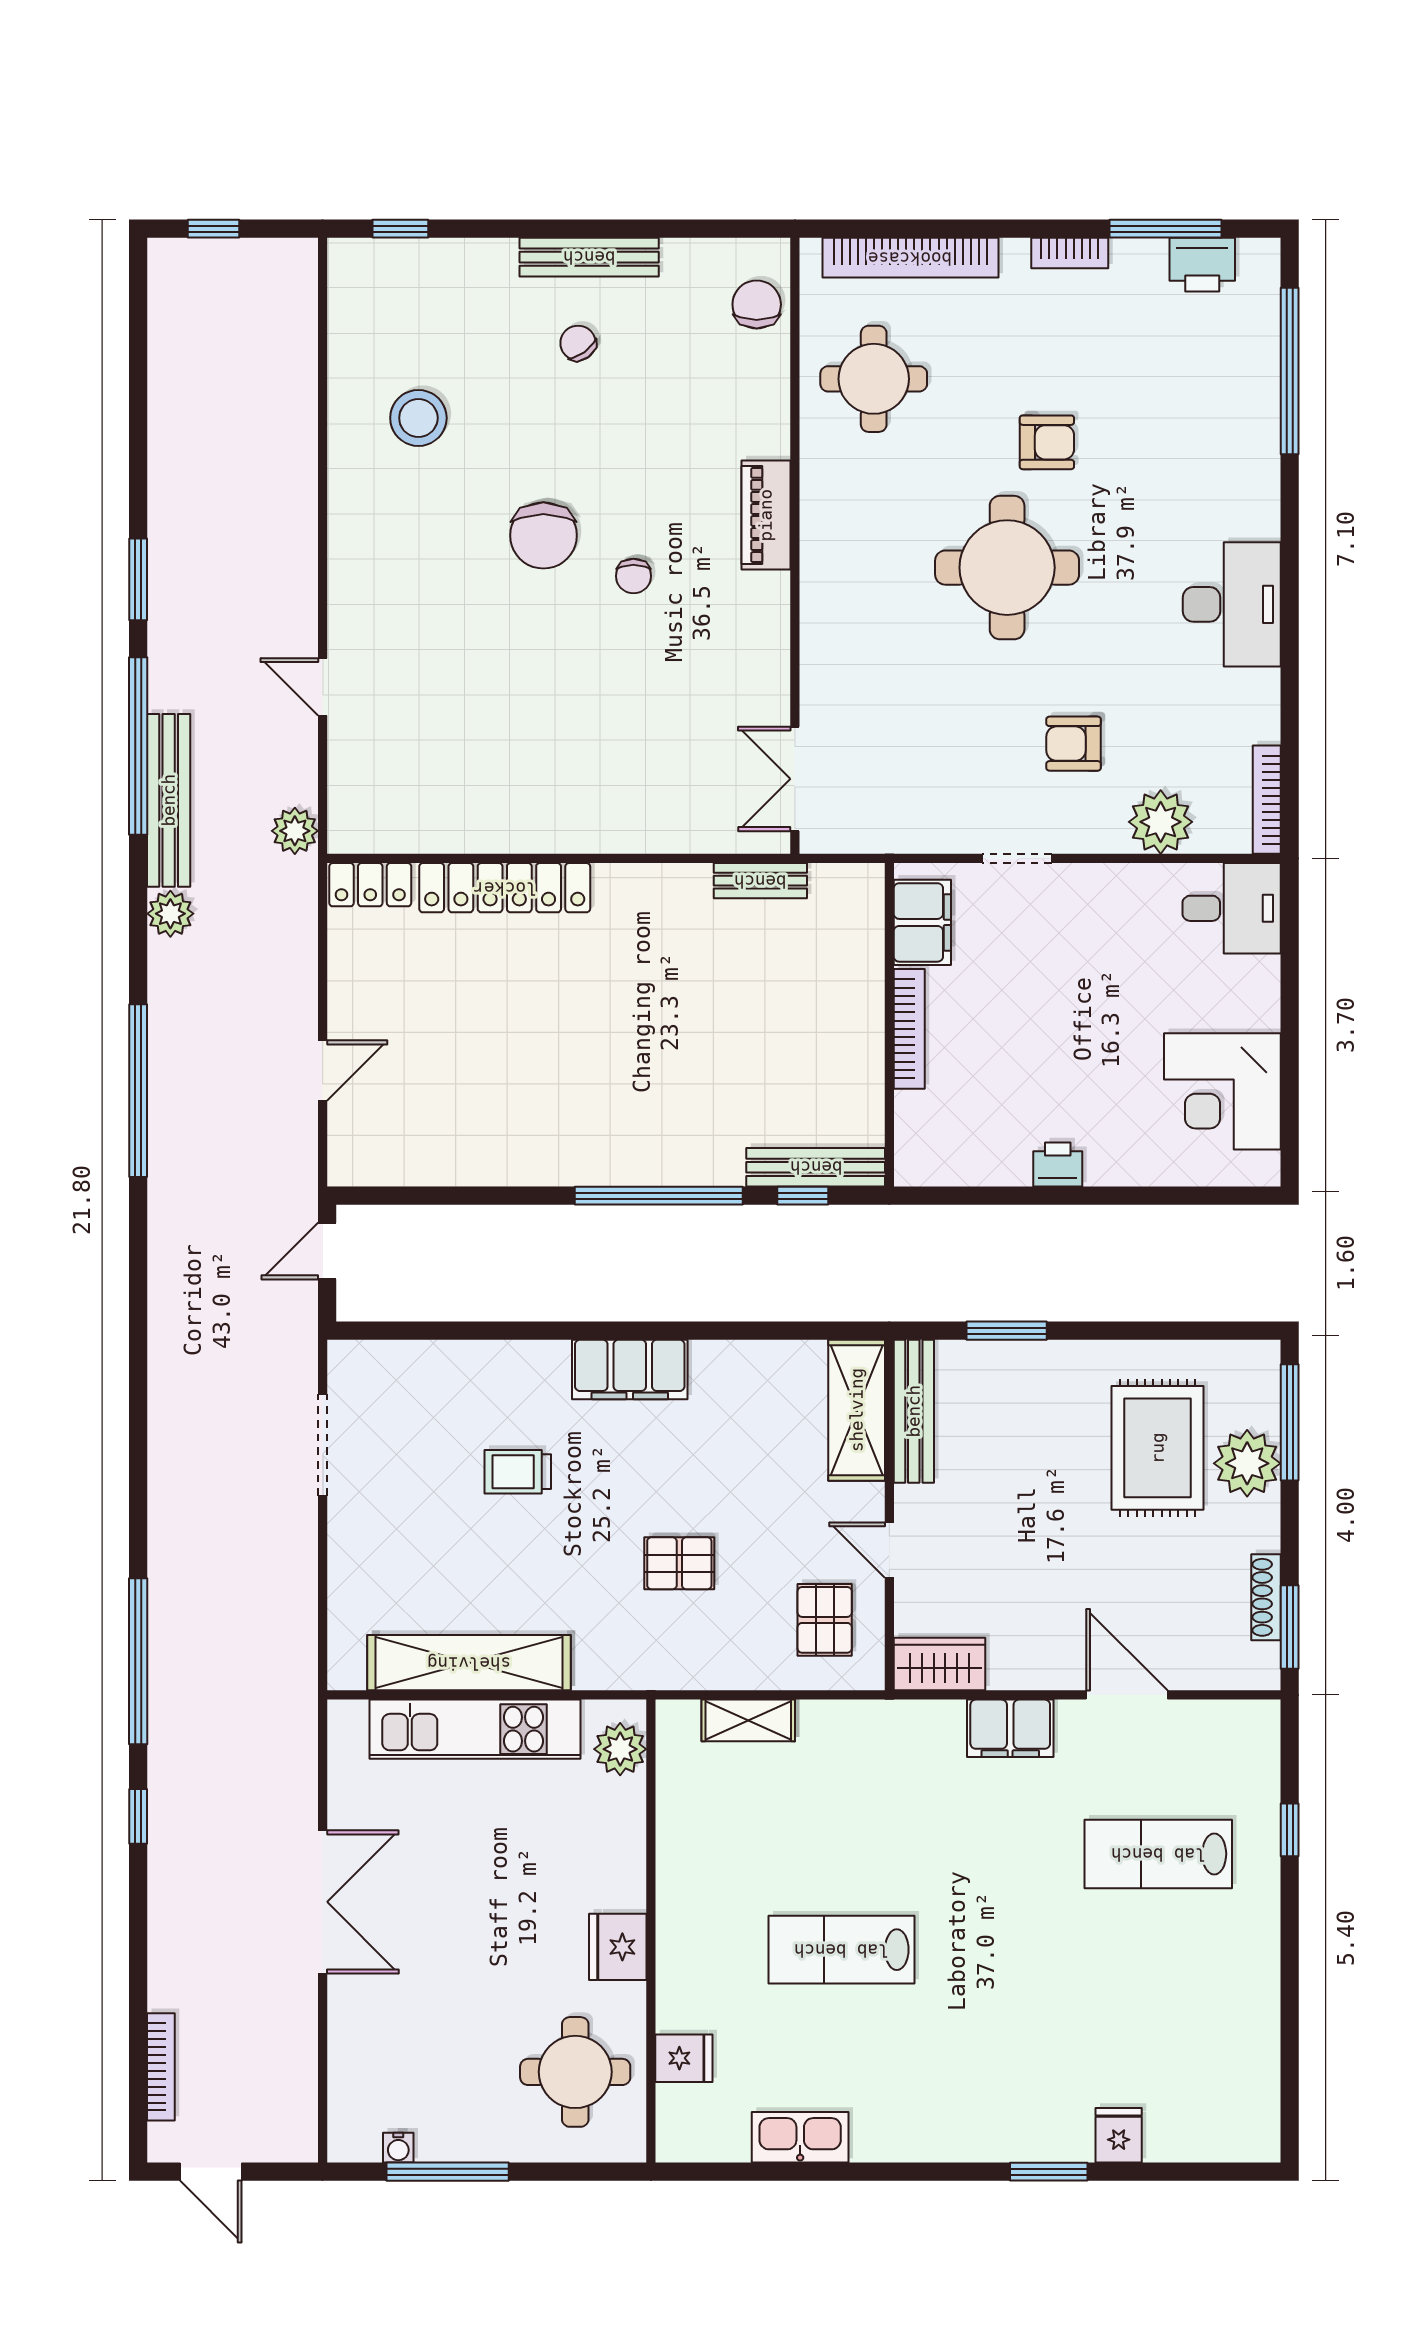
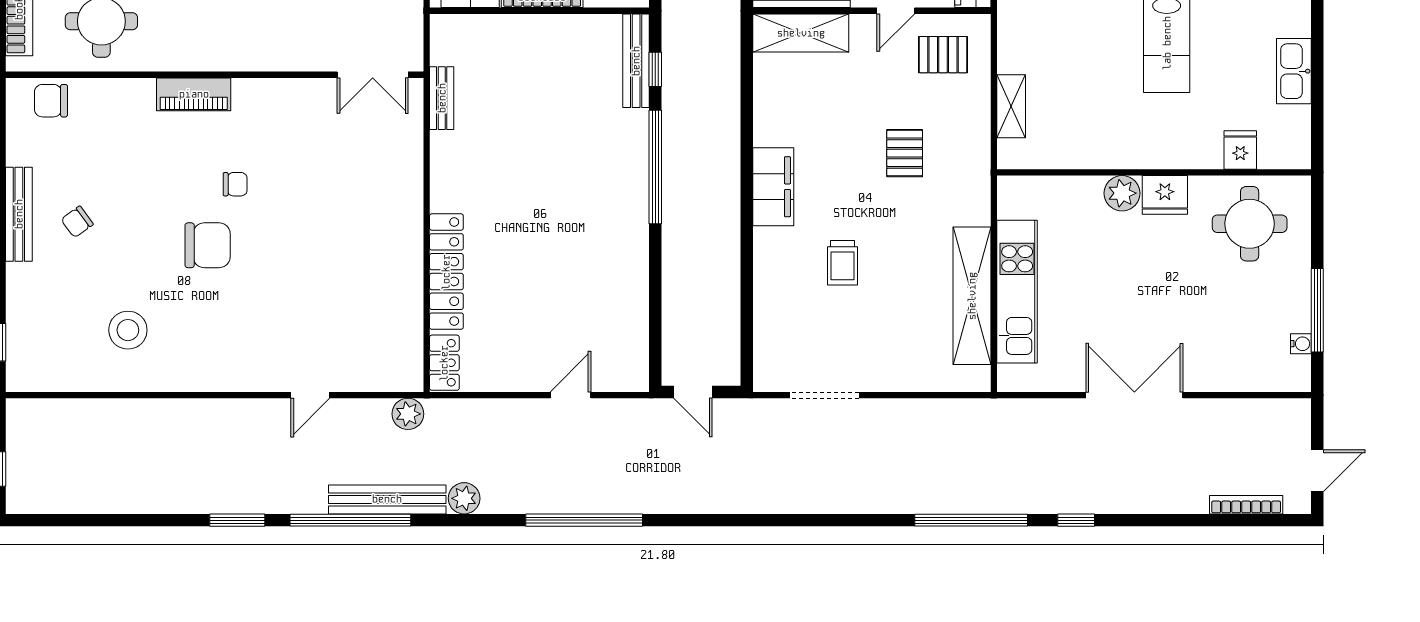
door: (323, 1071) -> (570, 395), hinge flipped
plant: (620, 1749) -> (1122, 193), moved

